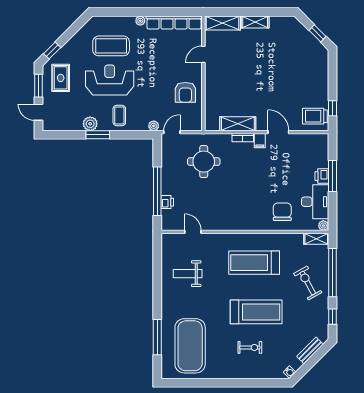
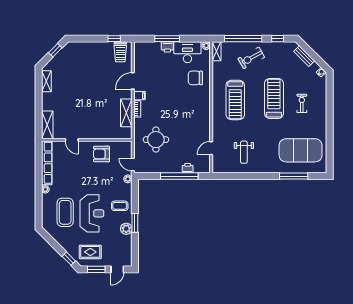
shelving: (255, 22) -> (46, 81), moved
reception desk: (110, 80) -> (92, 213), turned 180
armchair: (185, 92) -> (102, 154), turned 180

